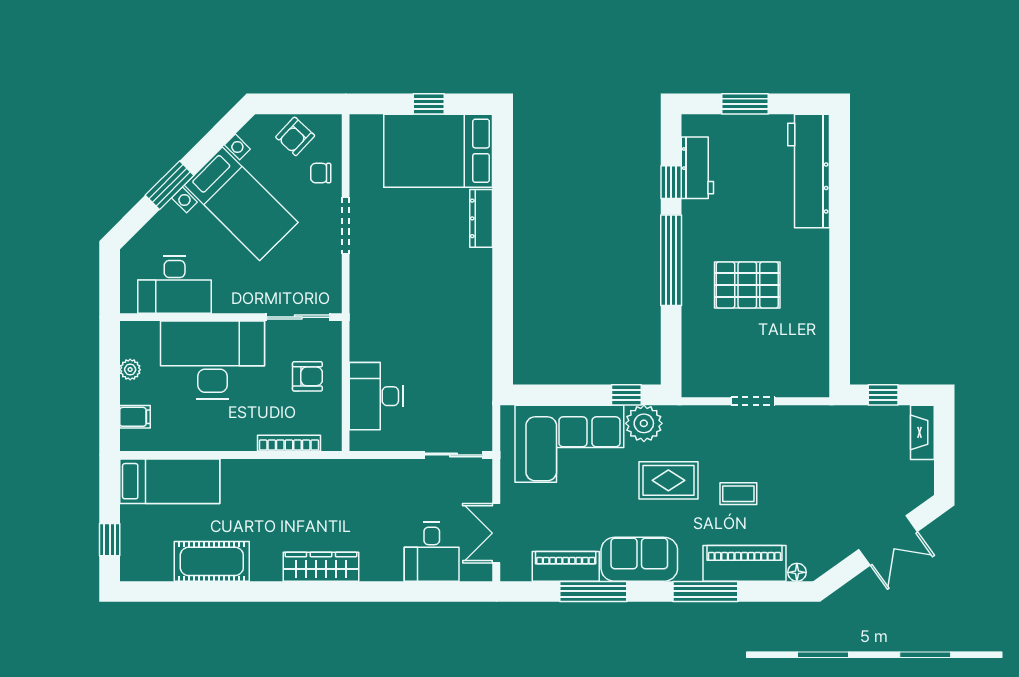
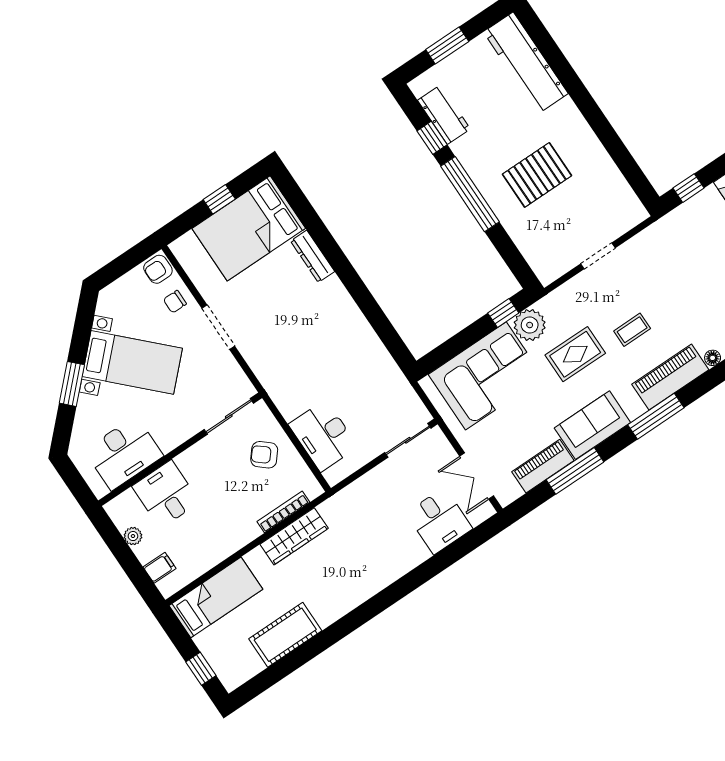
armchair: (295, 136) -> (158, 269), moved, turned 47
desk: (213, 360) -> (166, 494), width x0.53, depth x0.77
armchair: (307, 376) -> (264, 455), turned -140
wardrobe: (321, 567) -> (294, 536), moved, turned 180

